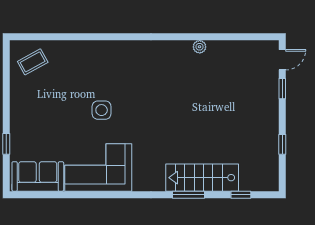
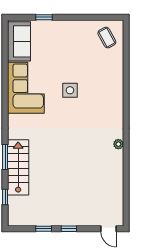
plant: (200, 47) -> (118, 144), moved
window: (282, 89) -> (69, 229), moved

